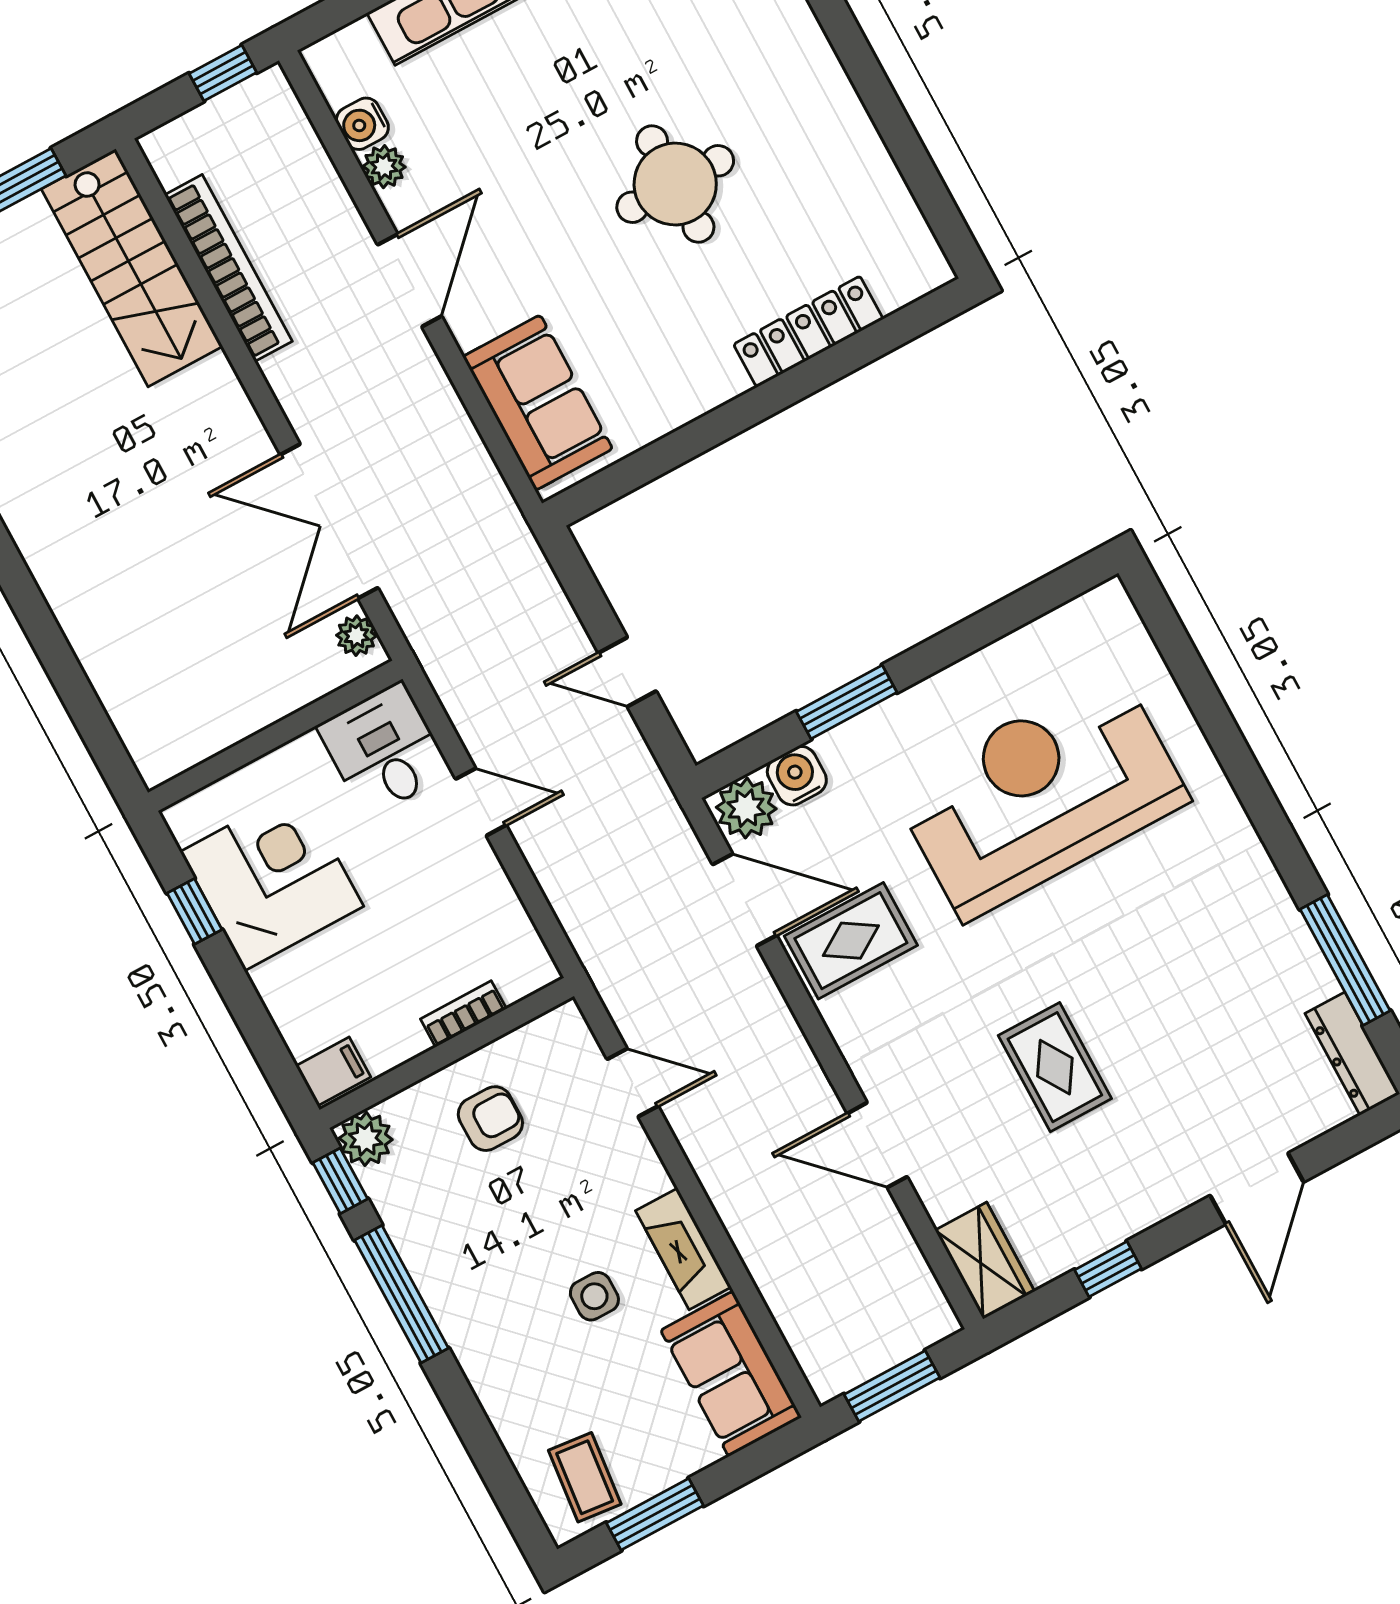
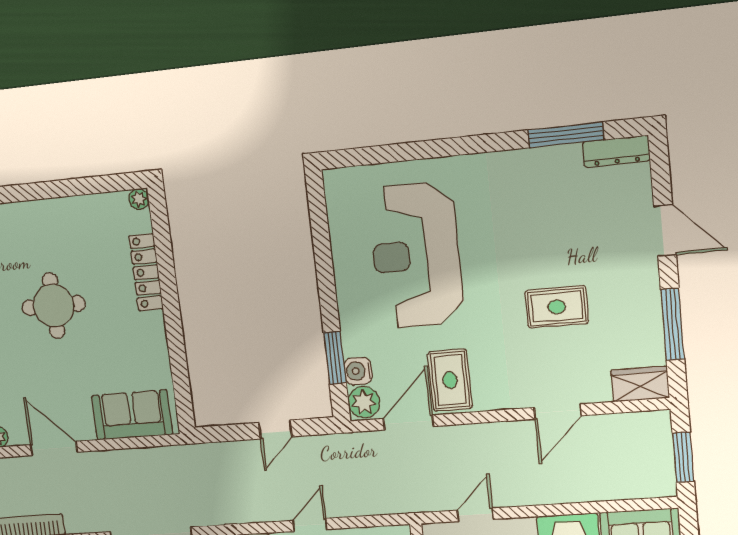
plant: (932, 270) -> (139, 199), added
window: (847, 702) -> (335, 358), moved
window: (1108, 1269) -> (673, 324), width x2.17

